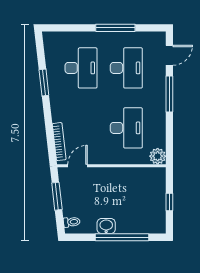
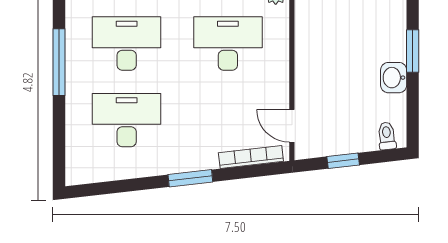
window: (44, 82) -> (190, 178), moved
window: (57, 196) -> (343, 161), width x0.67
window: (122, 237) -> (413, 51), width x0.47

